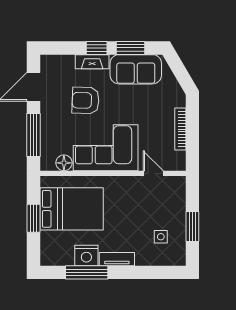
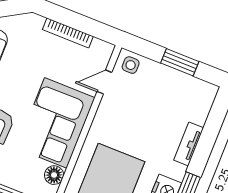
side table: (161, 237) -> (131, 65), moved
tv unit: (117, 259) -> (189, 144), moved

